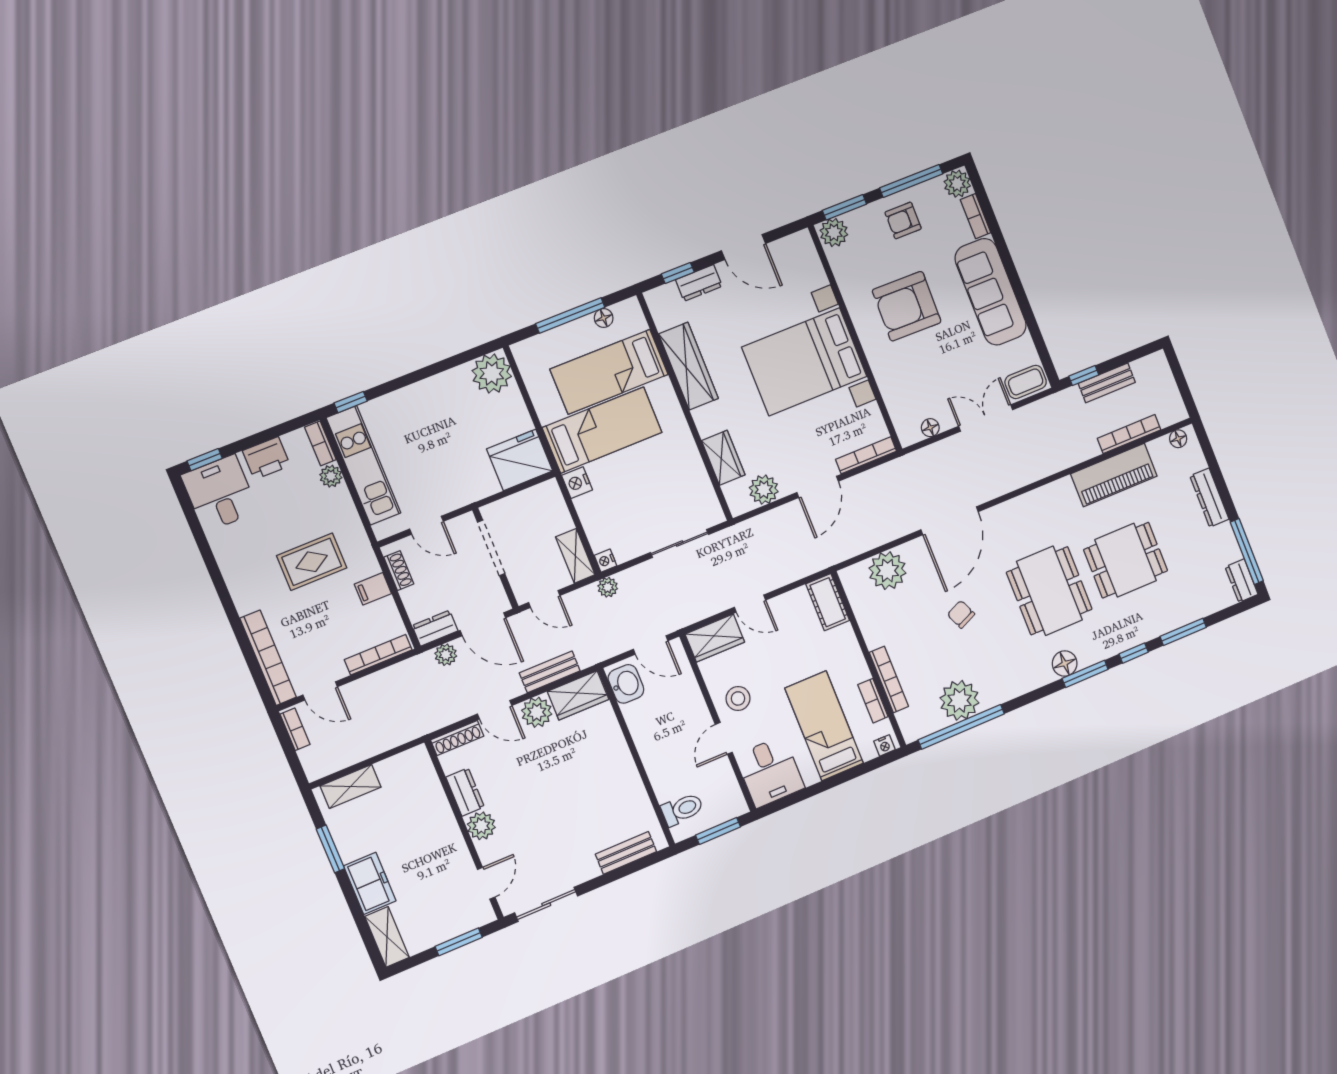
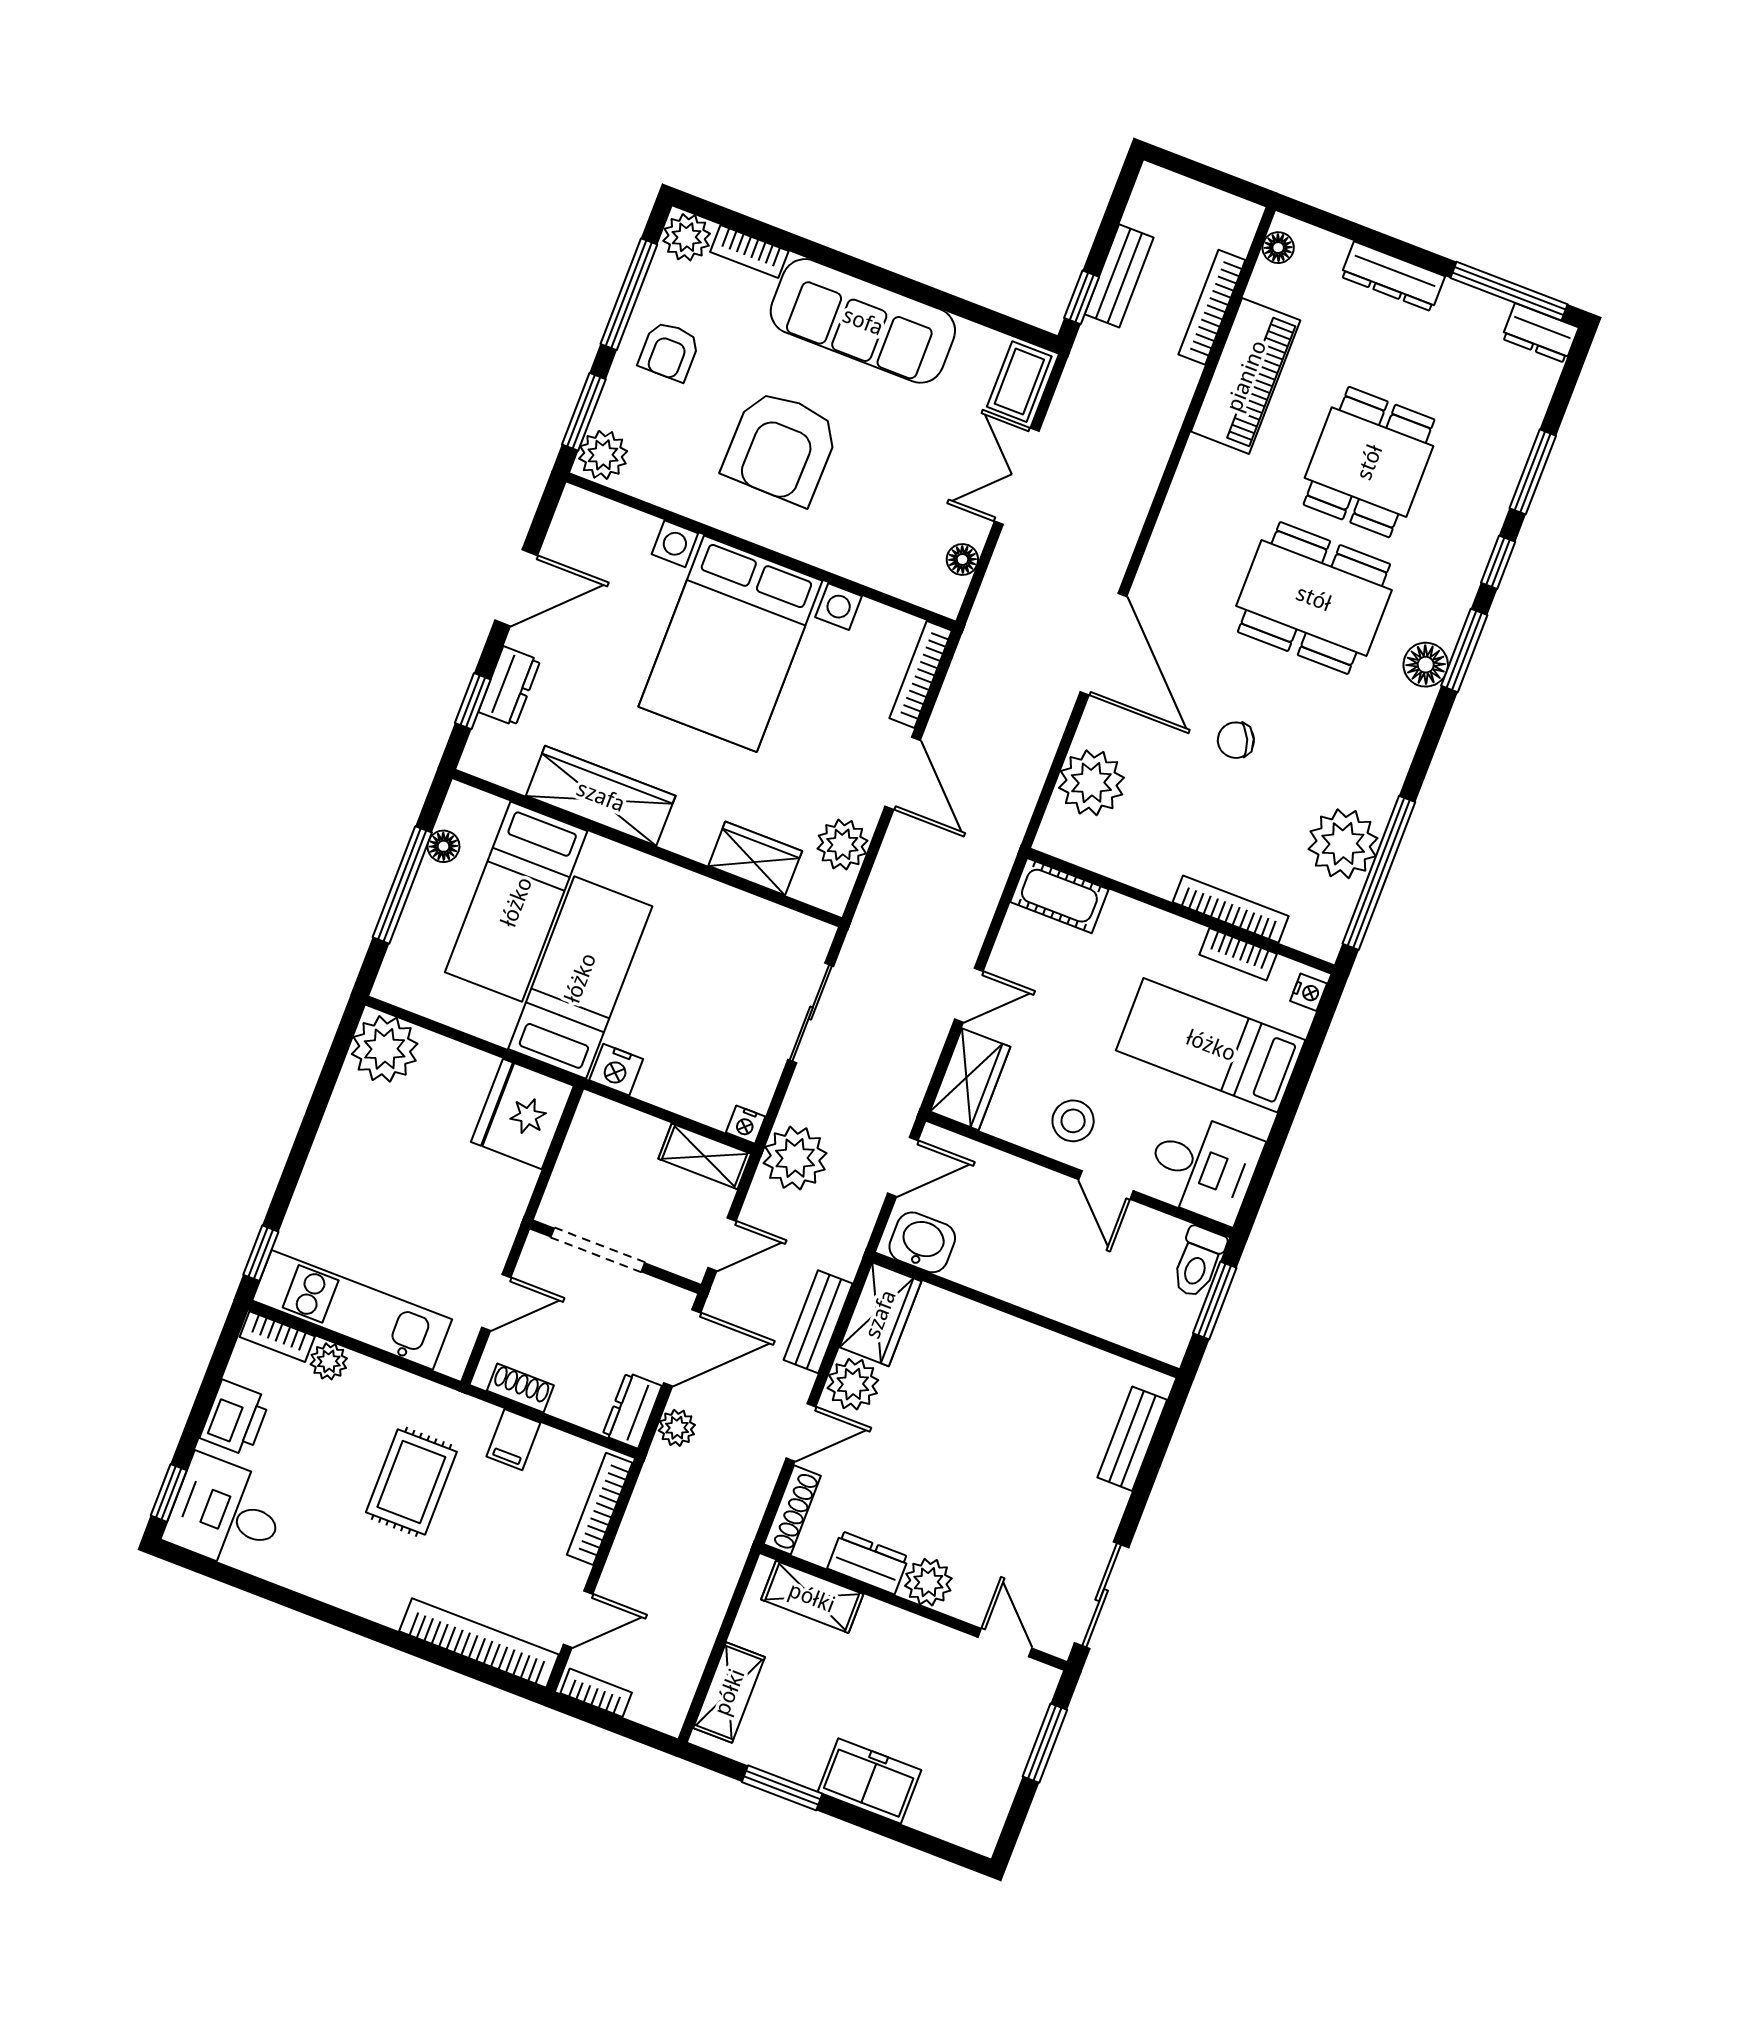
plant: (608, 587) -> (795, 1158), width x1.88, depth x1.88
toilet: (682, 809) -> (1198, 1262), moved, turned 180
shelving: (387, 937) -> (812, 1597), moved

